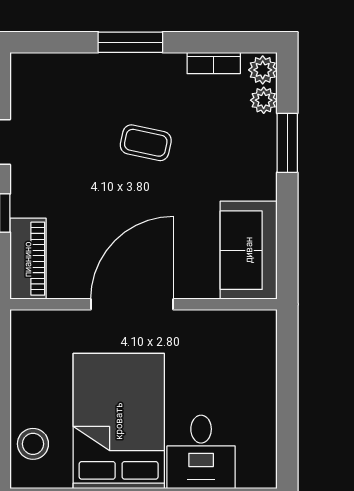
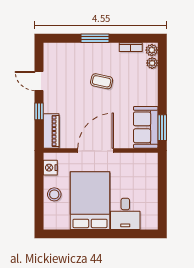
window: (287, 143) -> (162, 128), moved
nightstand: (26, 344) -> (50, 168), added
stool: (33, 444) -> (54, 194), moved

